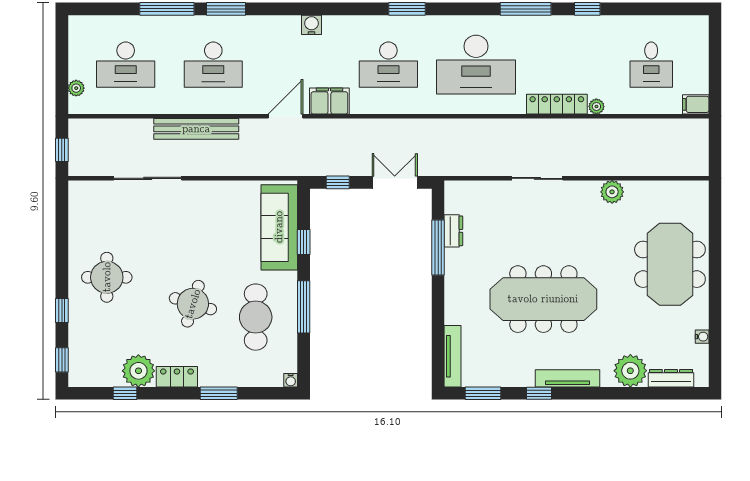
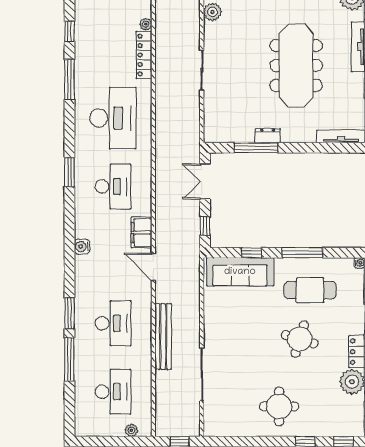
dresser: (453, 231) -> (268, 136), moved

